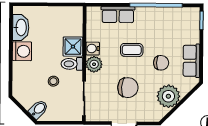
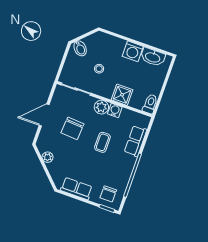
chair: (161, 63) -> (108, 194), moved
toilet: (72, 64) -> (150, 104), moved
plant: (168, 96) -> (47, 157), width x0.53, depth x0.53

